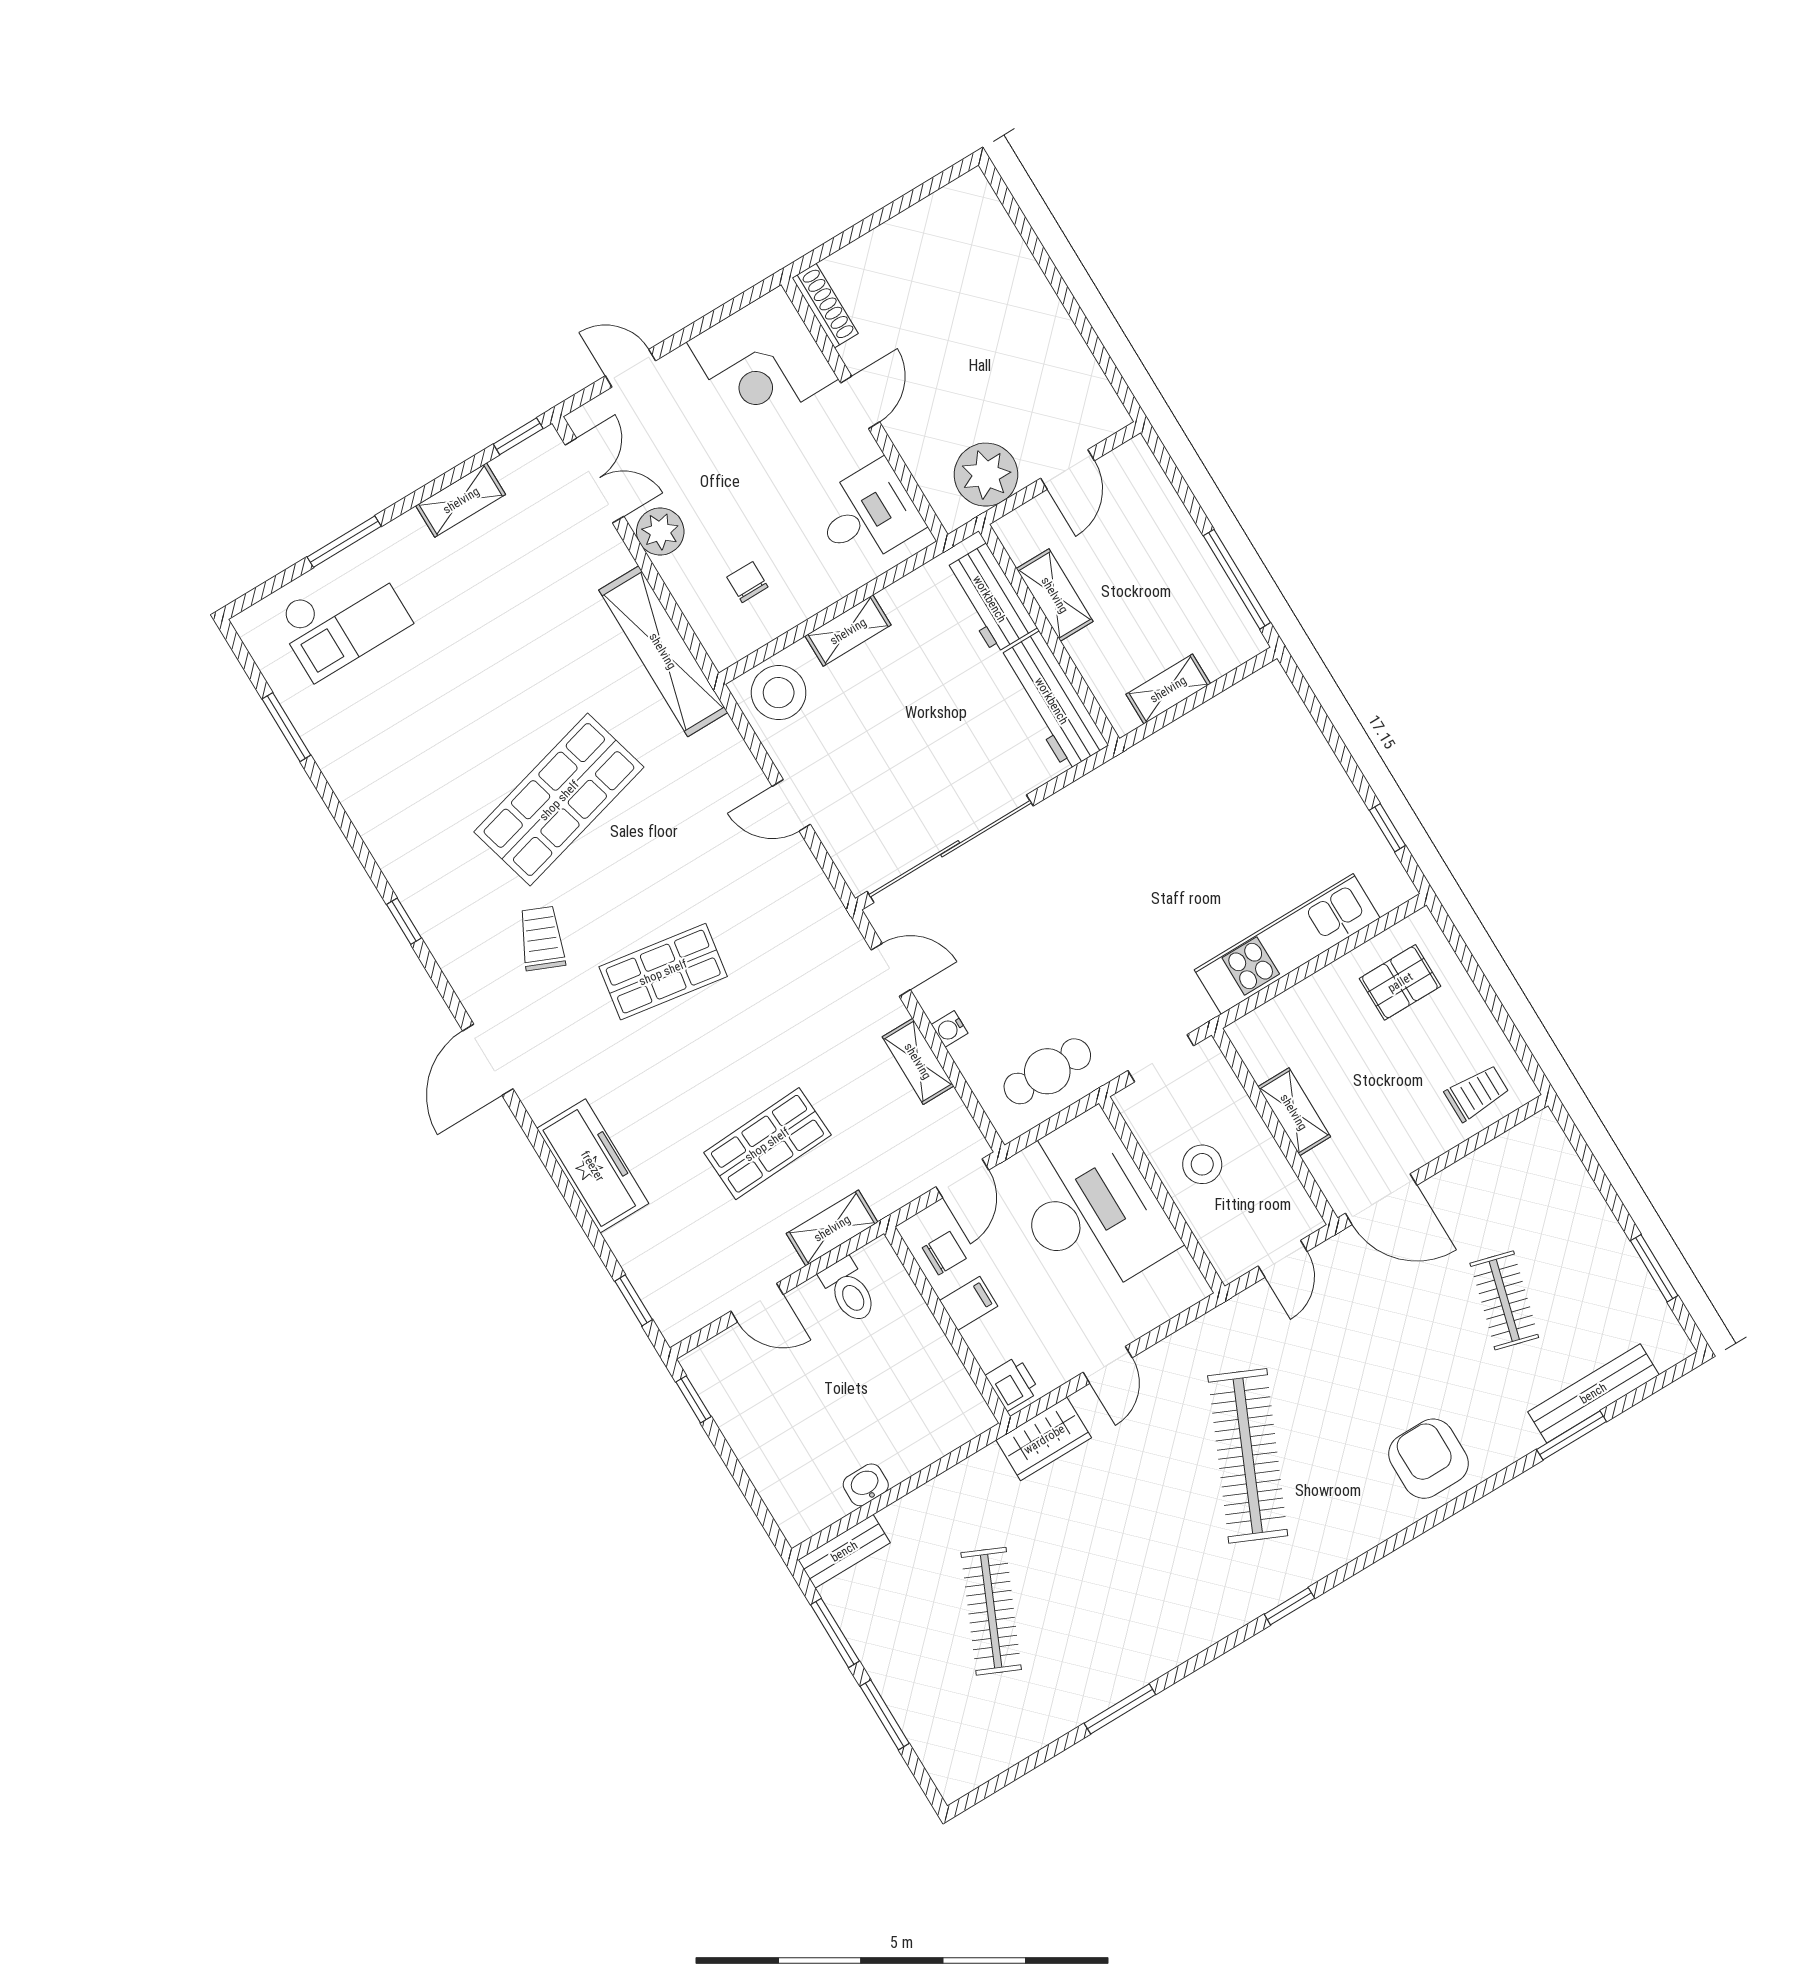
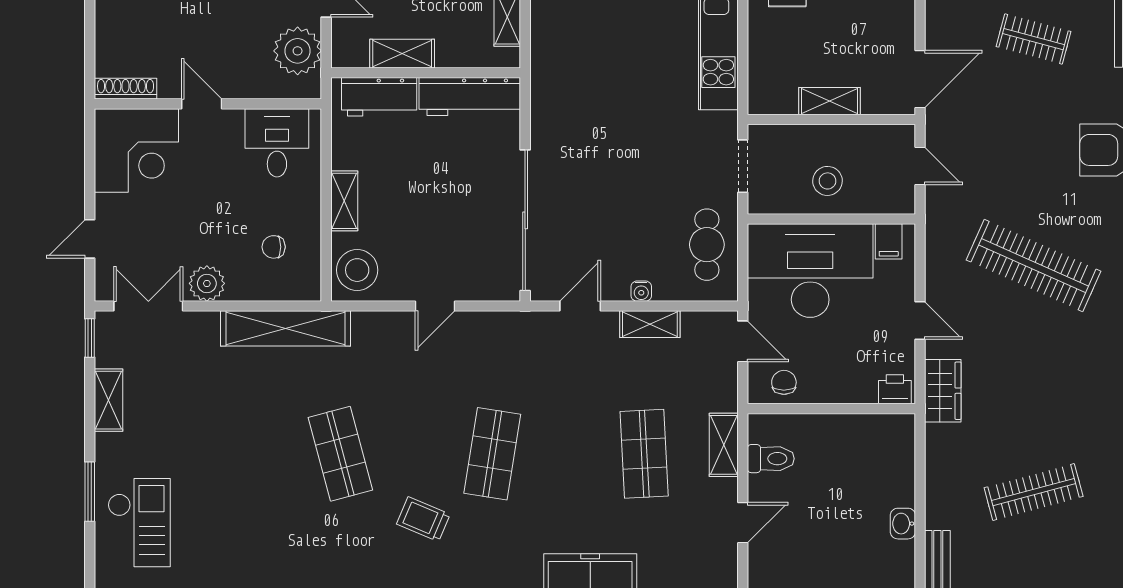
shop shelf: (559, 800) -> (340, 454), width x0.70, depth x0.74
filing cabinet: (969, 1303) -> (889, 241), moved, turned 180
clothes rail: (991, 1611) -> (1034, 492), turned -39

